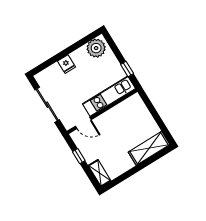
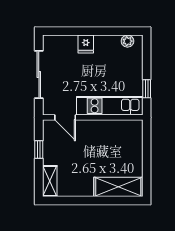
plant: (96, 48) -> (127, 41), width x0.53, depth x0.53

